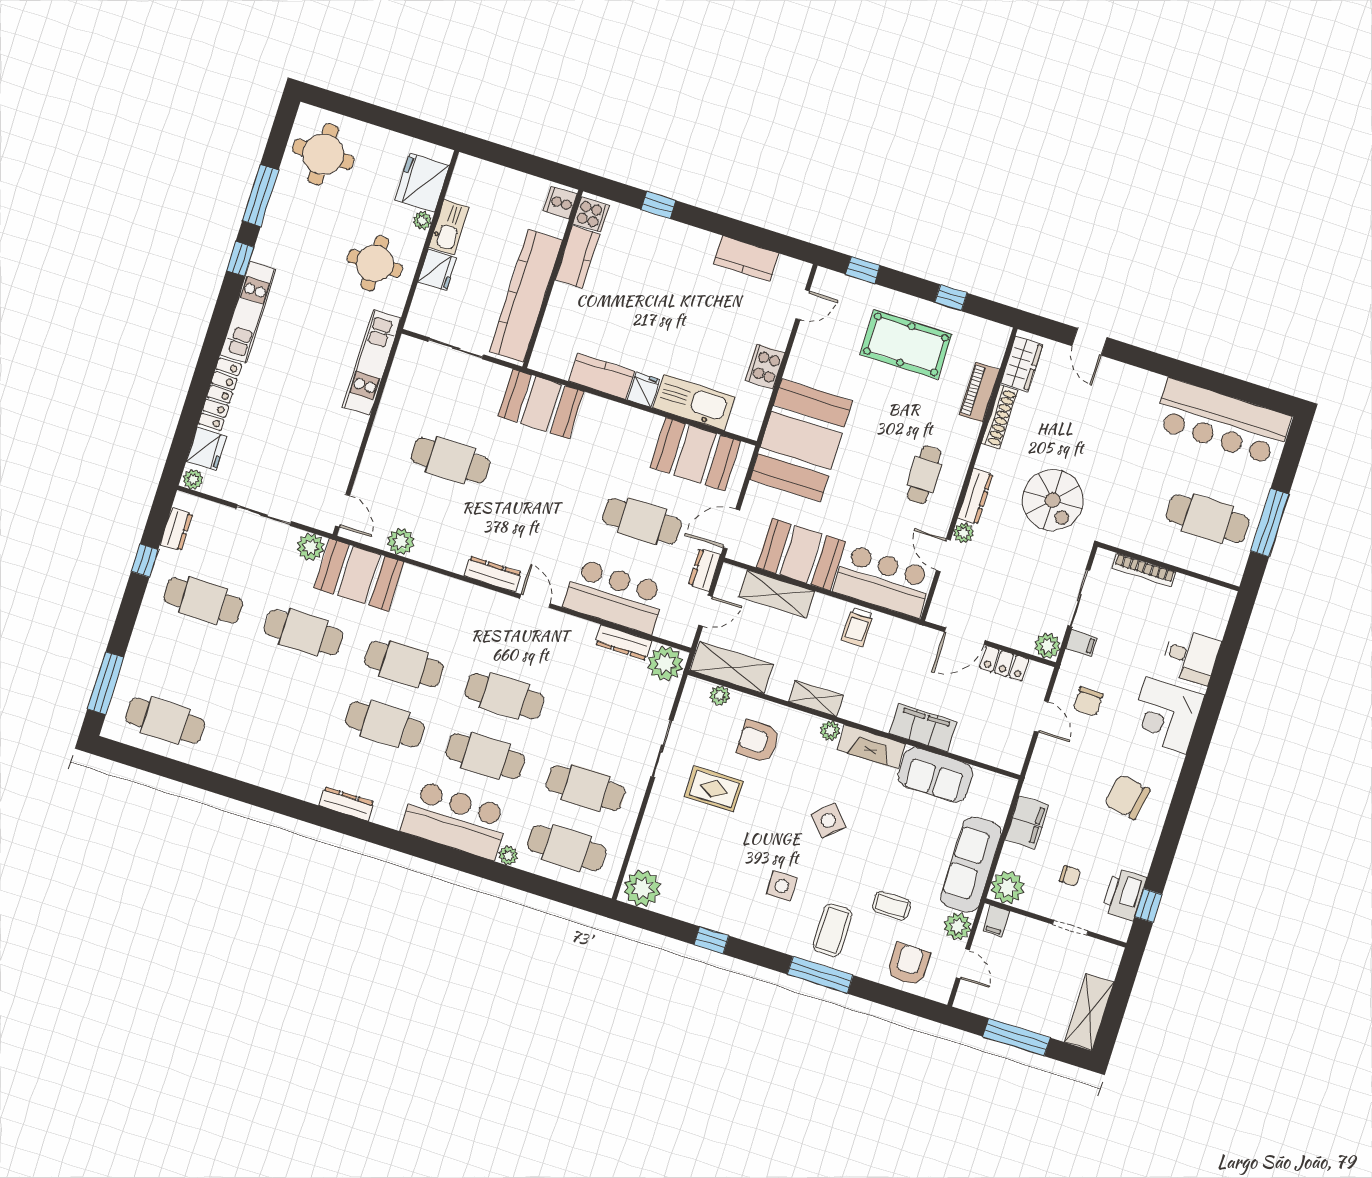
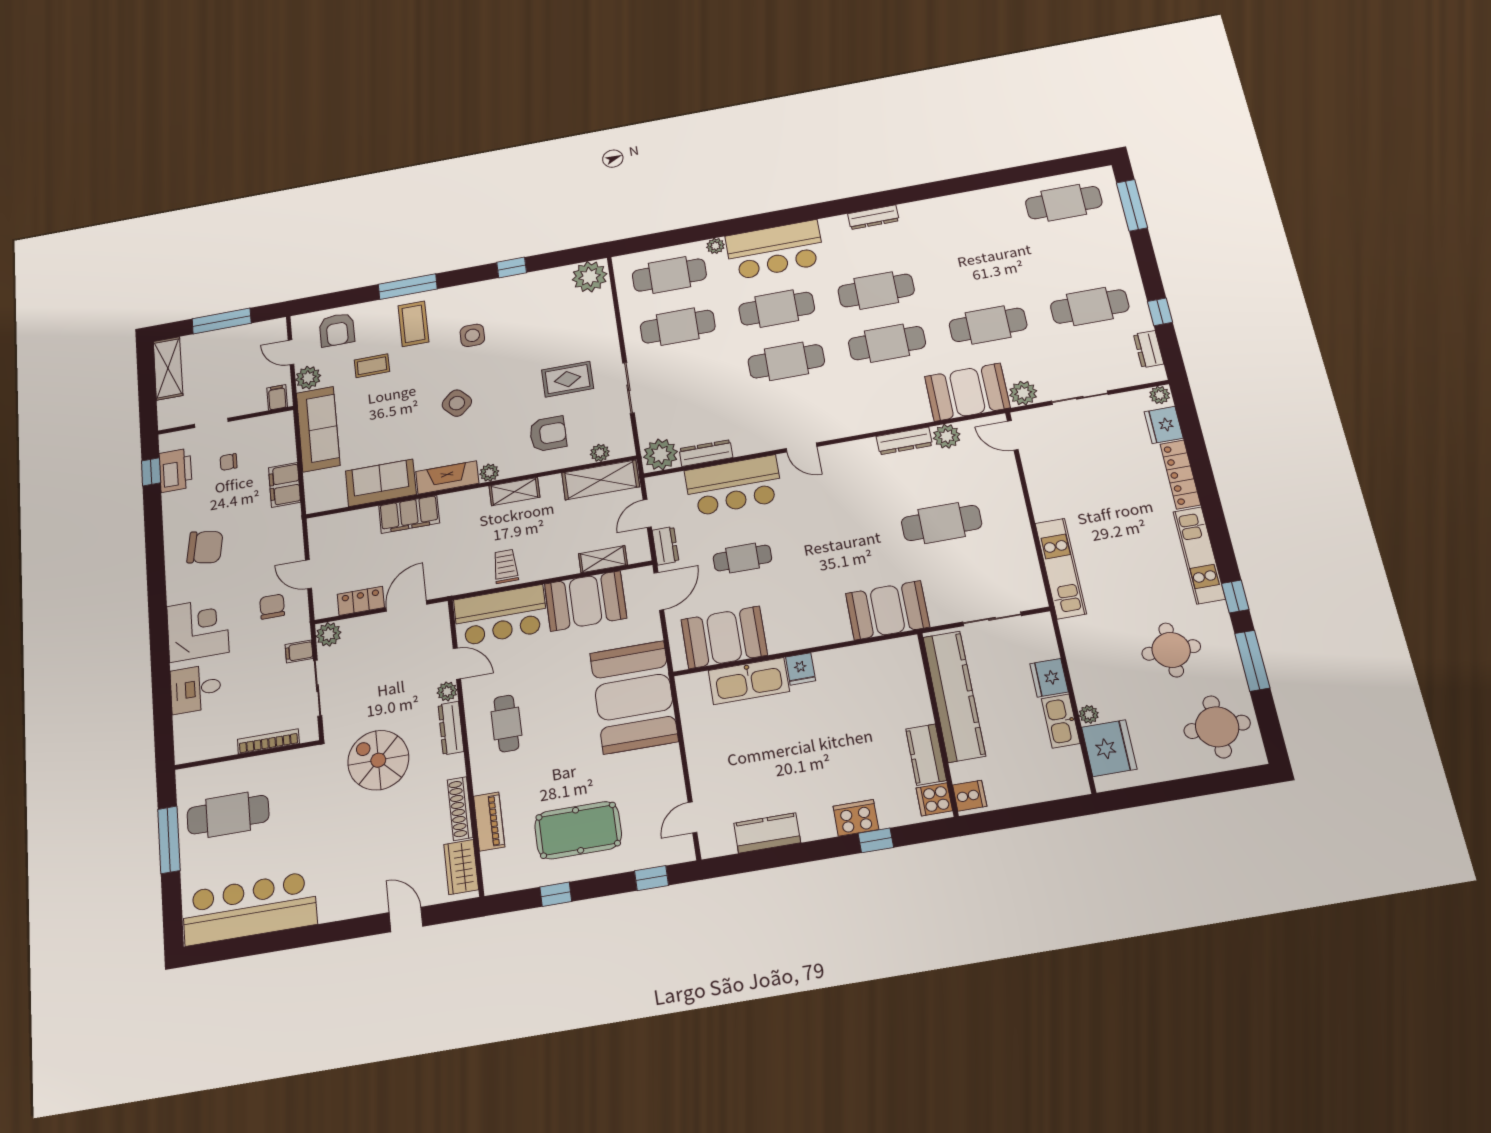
round table: (375, 263) -> (1171, 650), moved
cooker: (765, 367) -> (856, 818), moved, turned -90
kitchen counter: (602, 376) -> (845, 661), removed
cafe table: (642, 521) -> (742, 558), width x0.73, depth x0.74
dresser: (493, 574) -> (904, 441), moved
shelving: (777, 594) -> (603, 559), width x0.67, depth x0.75
plant: (1008, 887) -> (279, 427), removed

